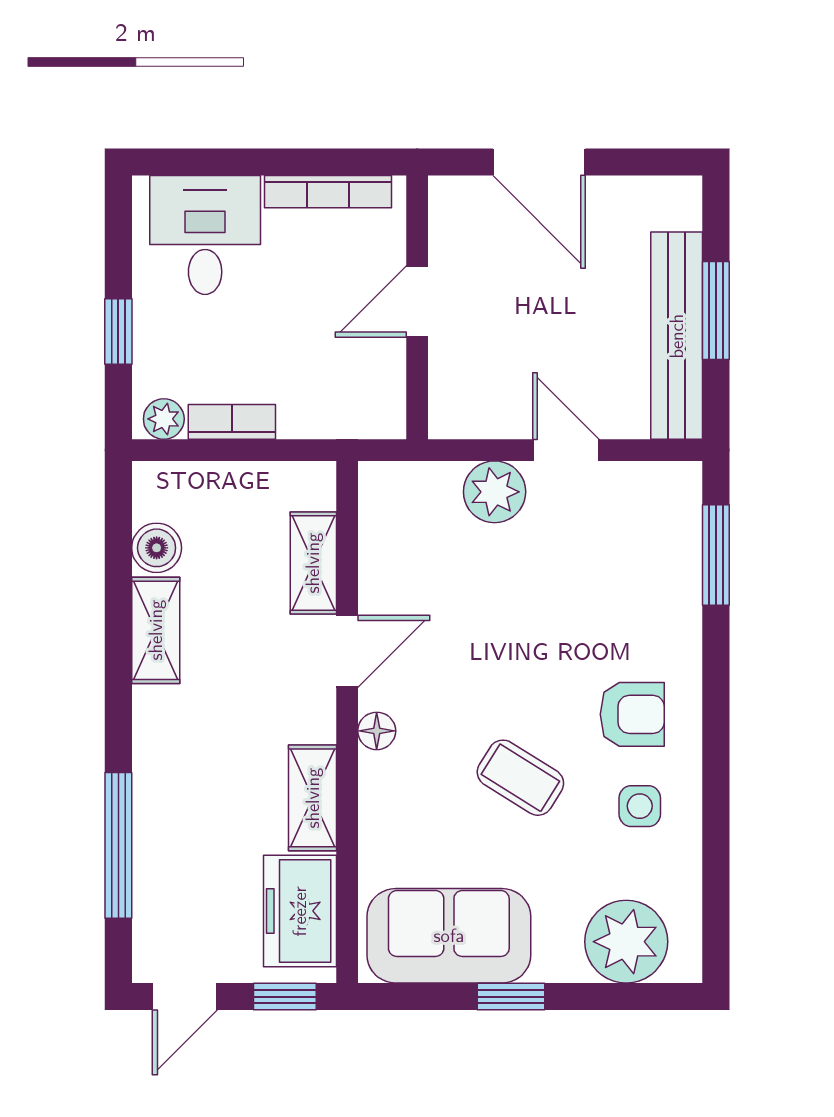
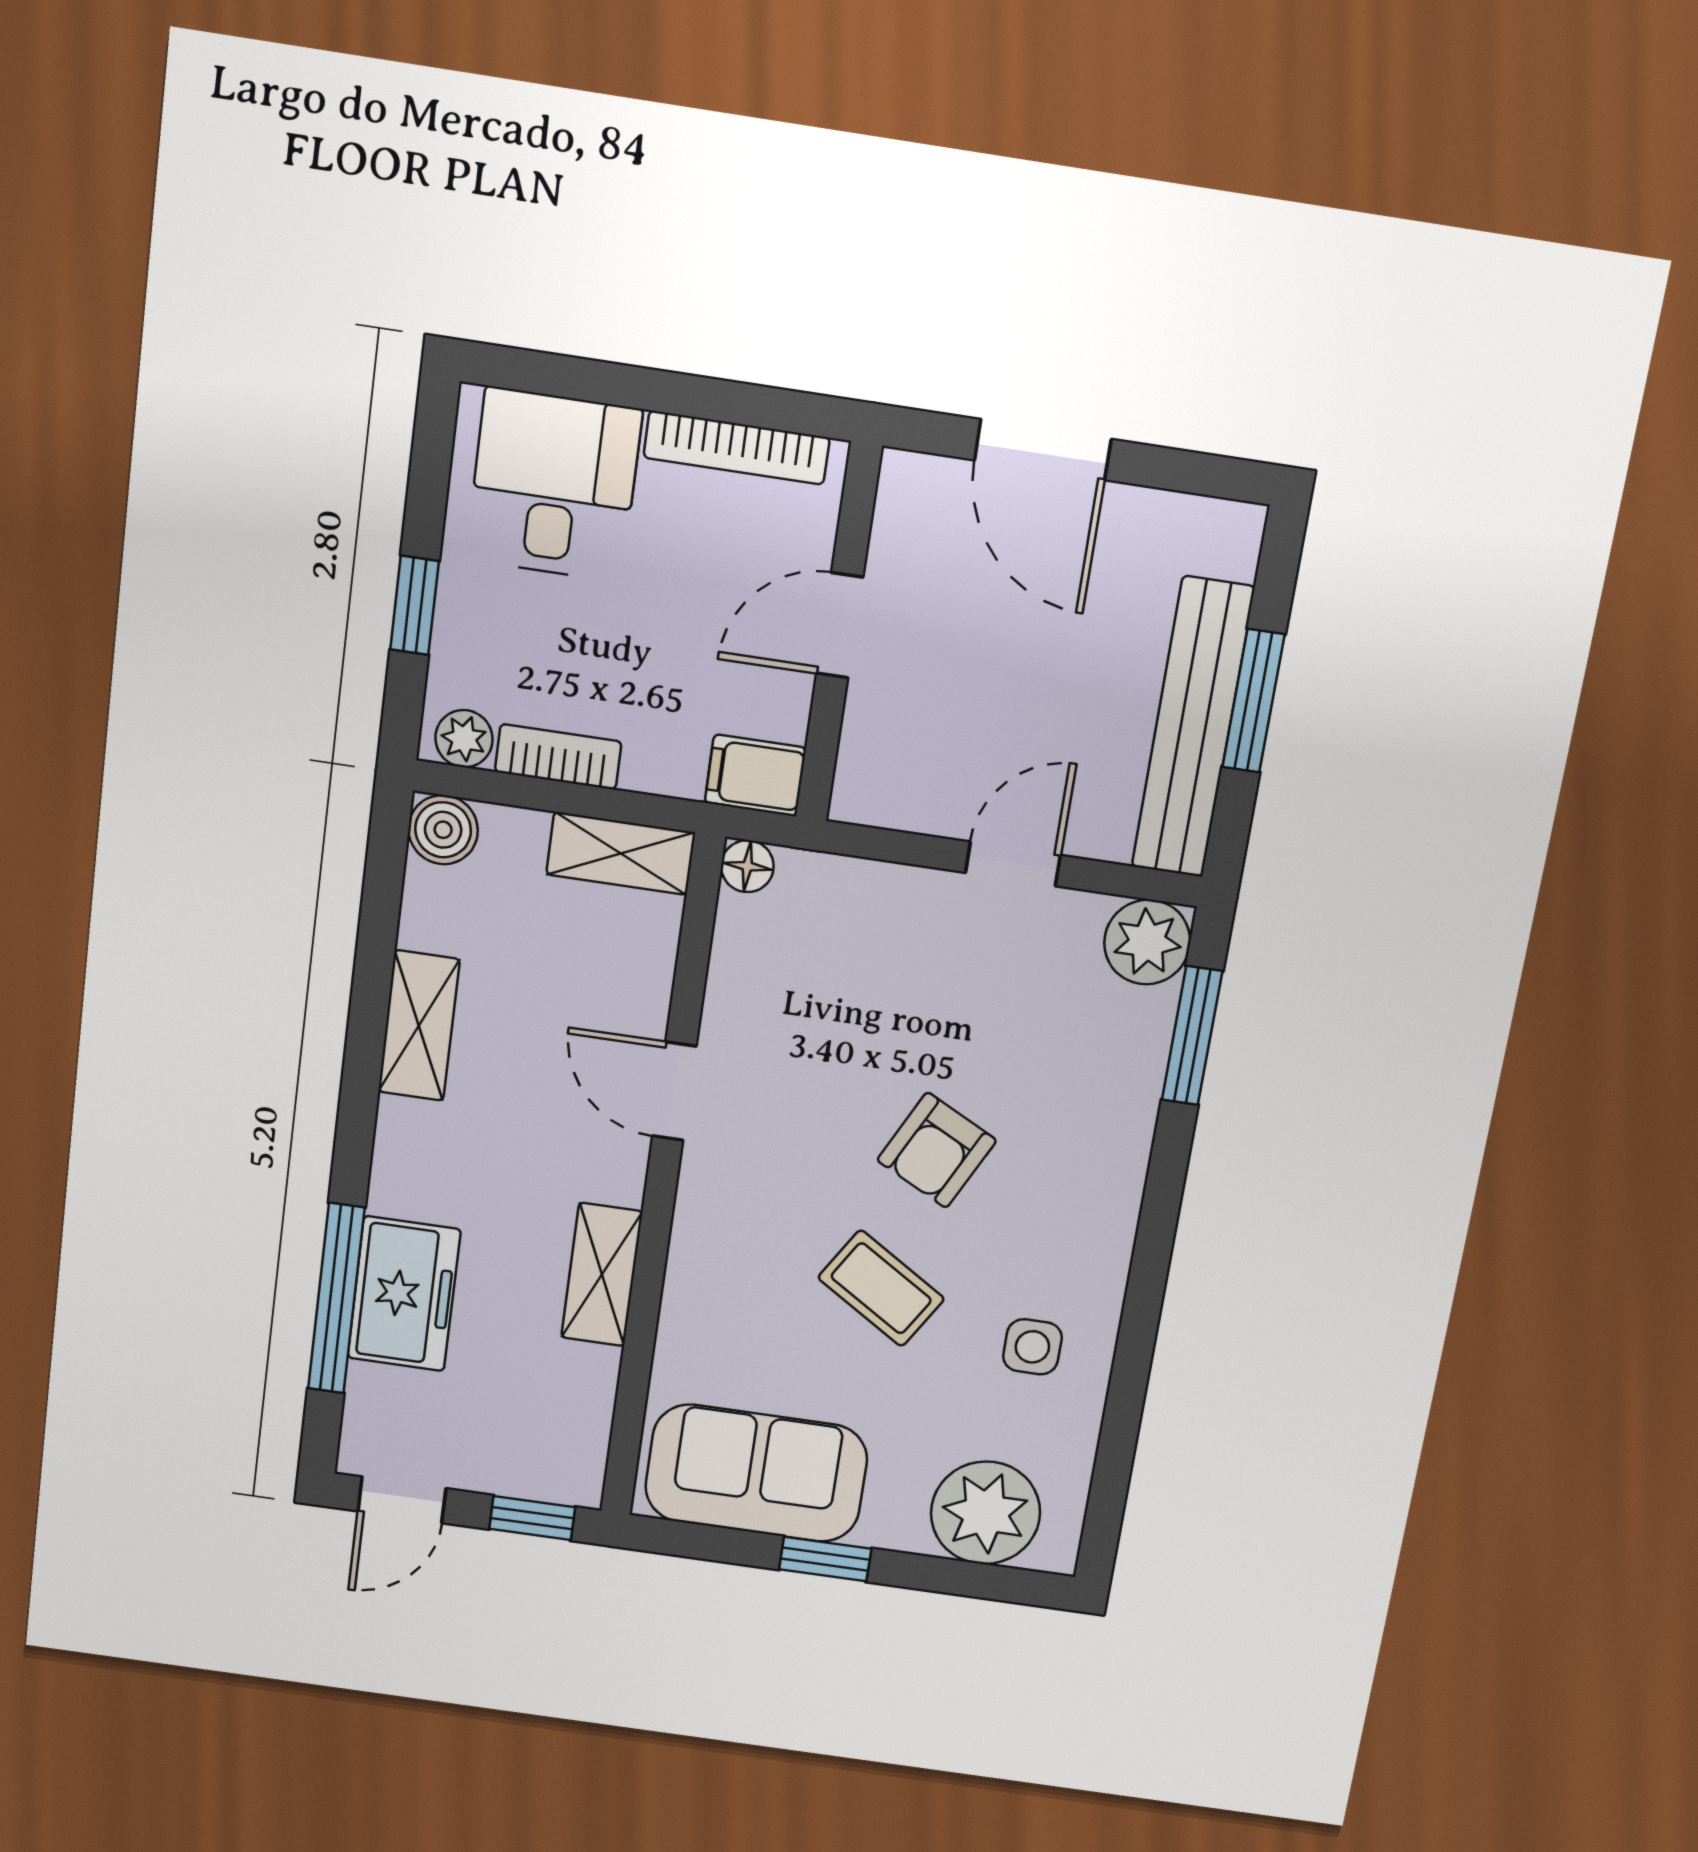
filing cabinet: (373, 414) -> (755, 775), added
door: (566, 450) -> (1013, 864), hinge flipped
plant: (495, 492) -> (1147, 942), moved
boiler: (157, 548) -> (443, 830), moved
shelving: (313, 563) -> (621, 853), moved, turned 90
door: (347, 651) -> (674, 1091), swing flipped
armchair: (632, 714) -> (937, 1150), moved, turned 117
floor lamp: (377, 731) -> (747, 866), moved
freezer: (300, 911) -> (404, 1294), moved, turned 180

